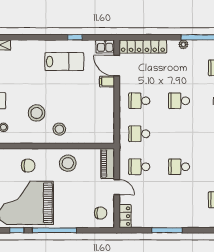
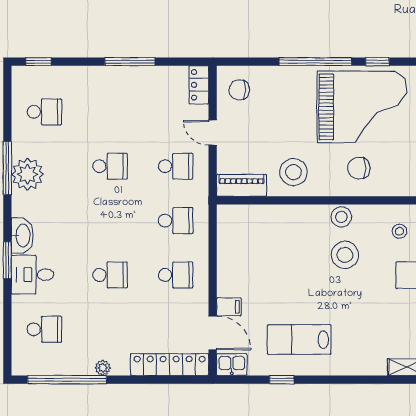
stool: (59, 129) -> (341, 217), moved
piano: (108, 164) -> (242, 185), moved, turned -90

